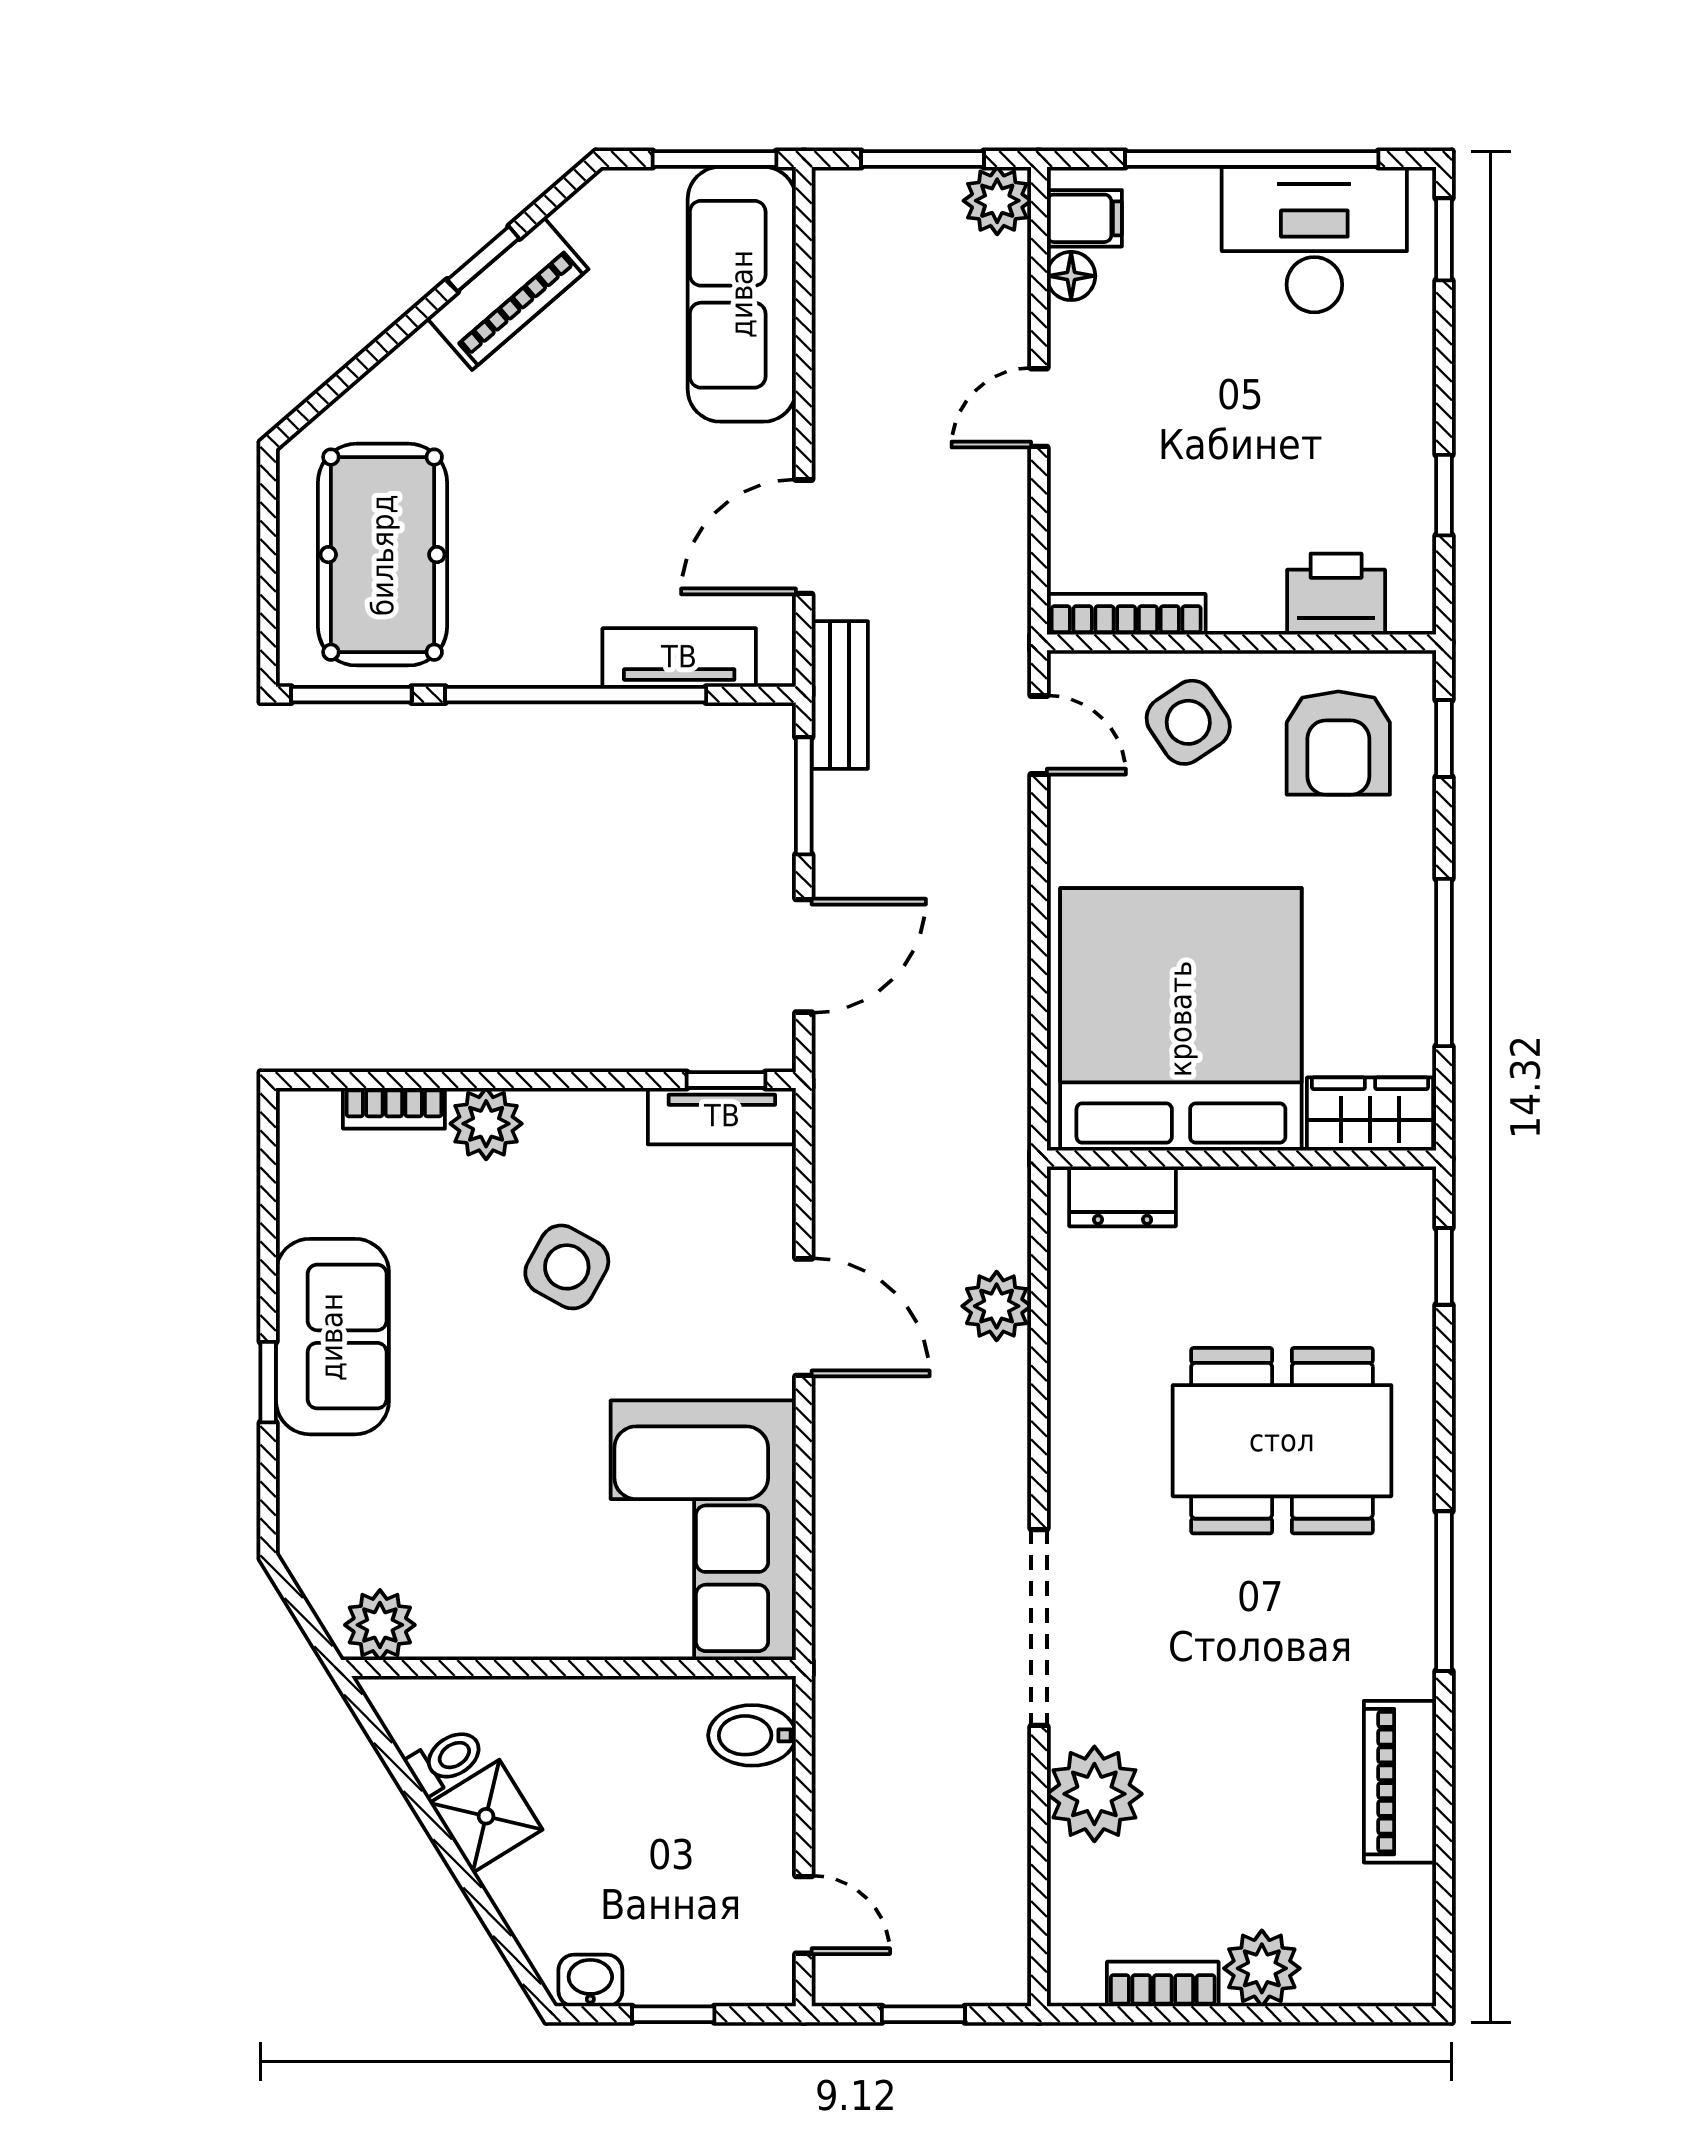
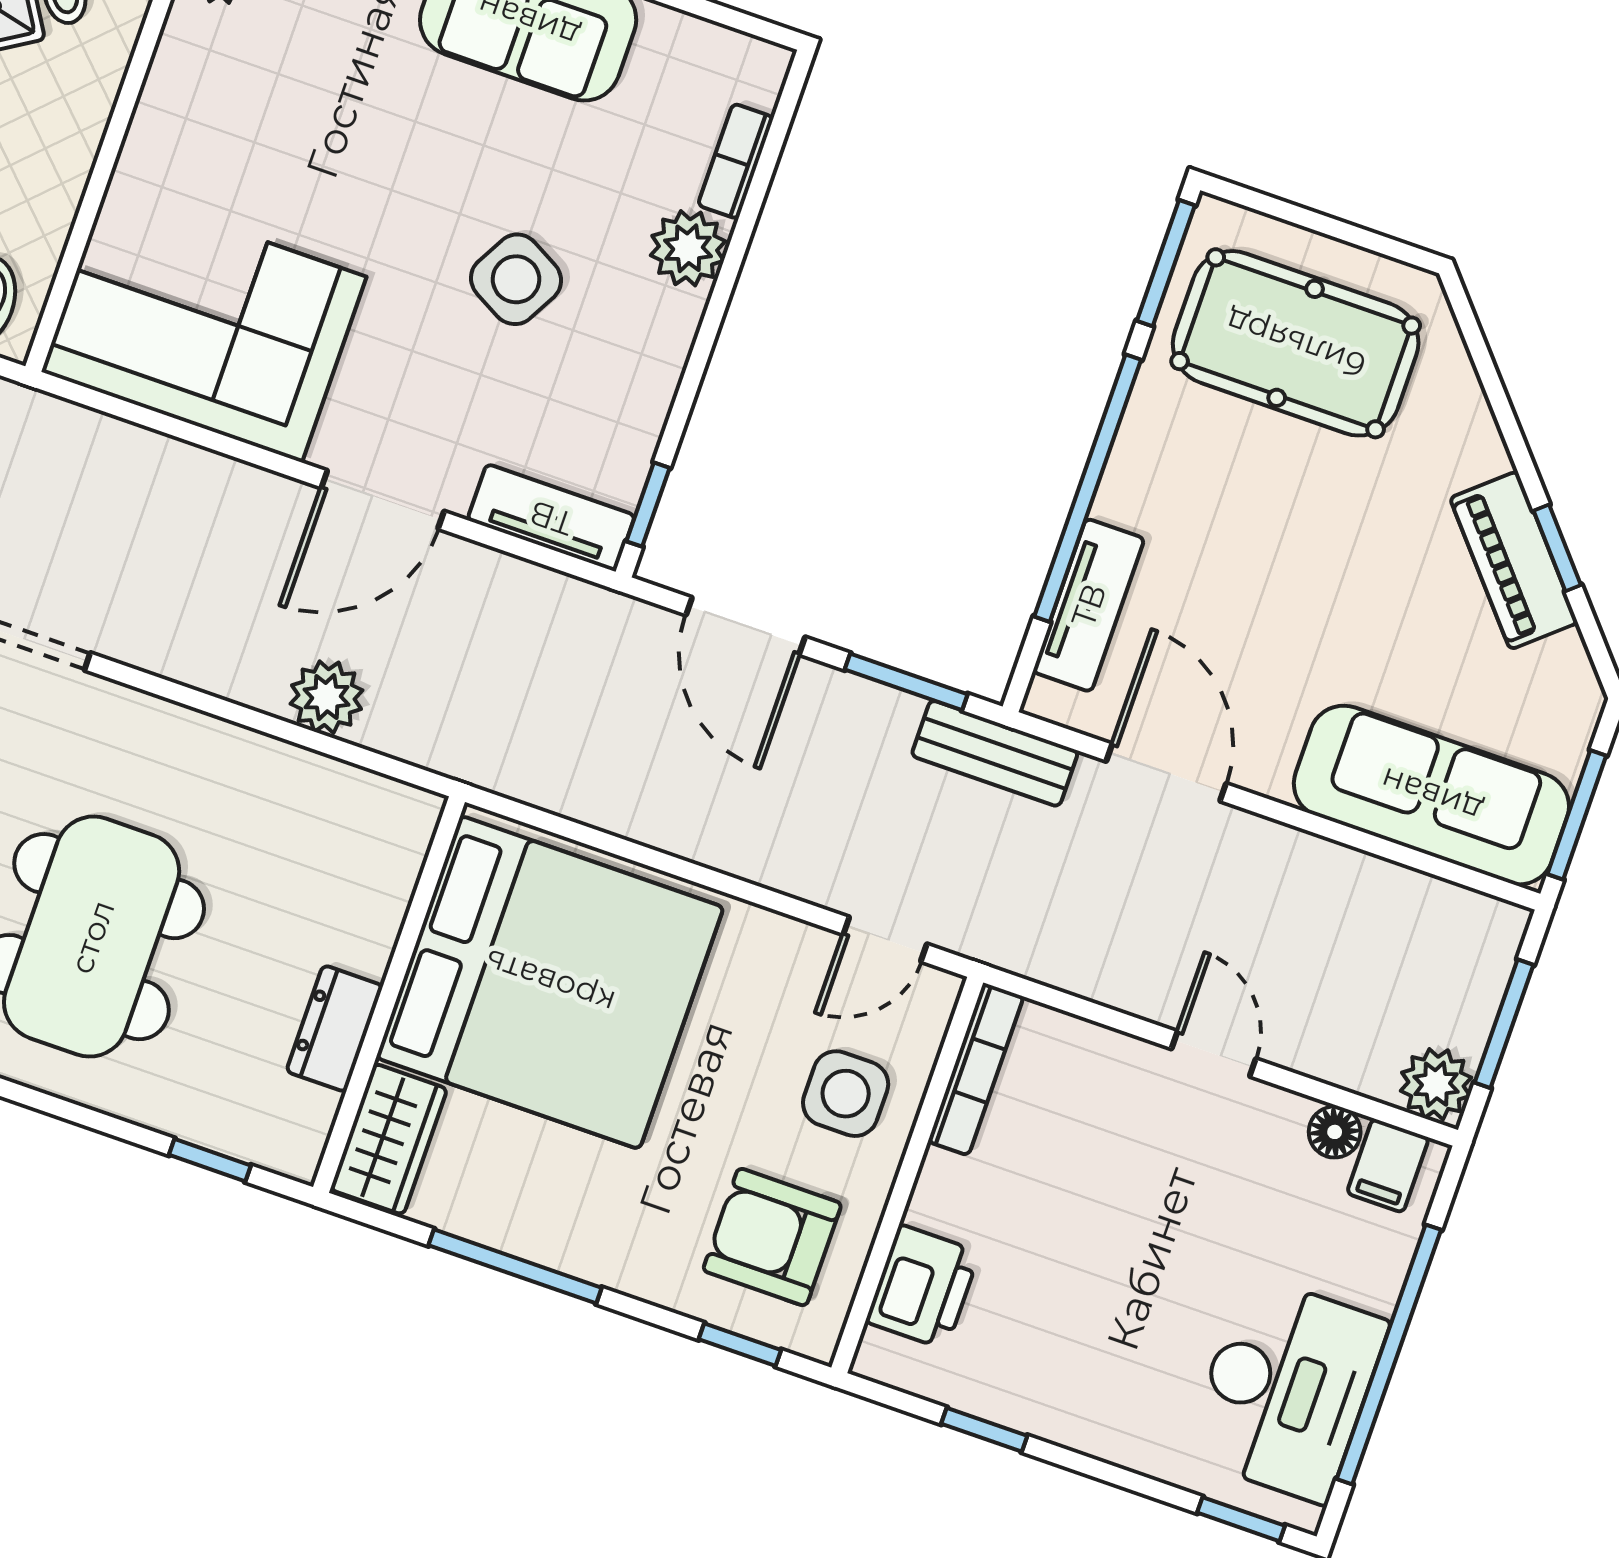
side table: (1188, 722) -> (846, 1094), turned 34
tv unit: (722, 1116) -> (551, 518), moved, turned 90
dresser: (1123, 1196) -> (335, 1029), moved

